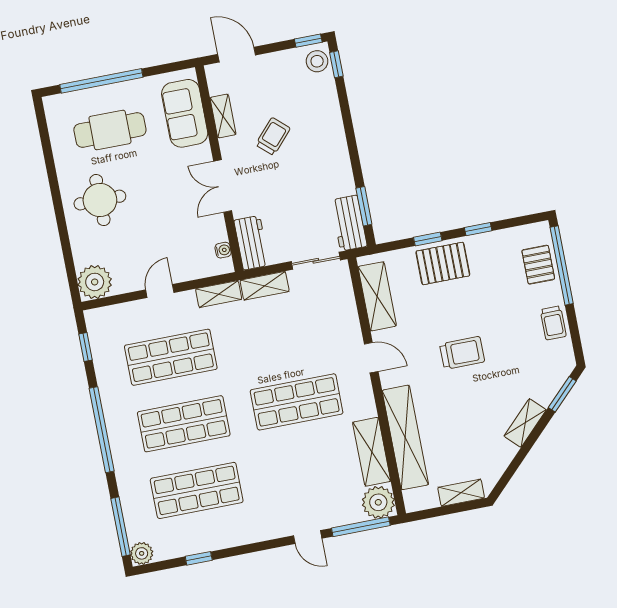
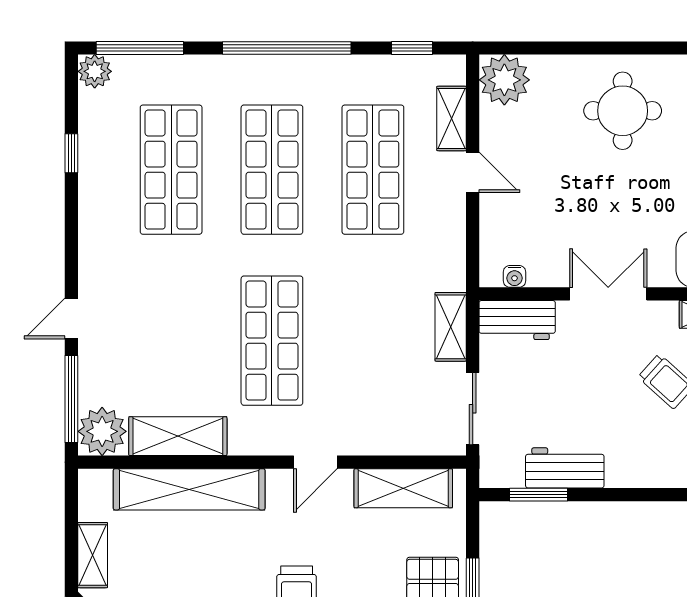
workbench: (349, 223) -> (565, 468), moved
shelving: (219, 294) -> (452, 118), moved

